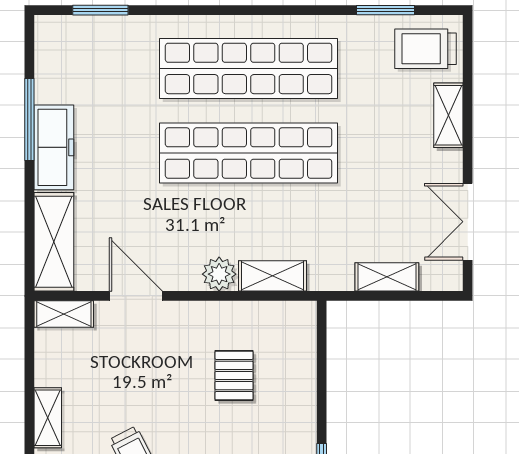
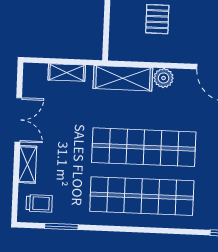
trolley: (425, 49) -> (39, 203), width x0.73, depth x0.72
double door: (468, 222) -> (18, 120), moved
shelving: (273, 276) -> (123, 78), width x1.50, depth x1.33

